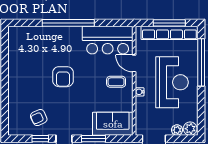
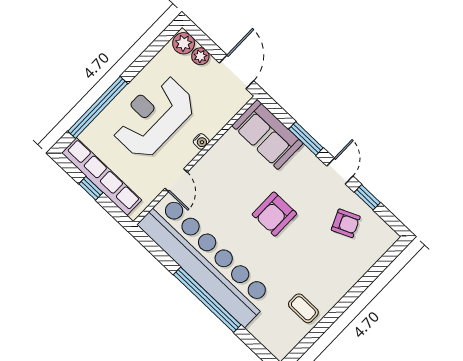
window: (169, 23) -> (91, 188), width x0.46
bar counter: (108, 40) -> (206, 260), width x1.86
armchair: (63, 77) -> (274, 214), moved, turned 180
coffee table: (116, 82) -> (303, 308), moved

